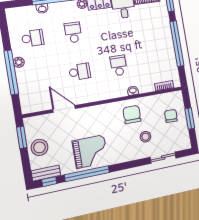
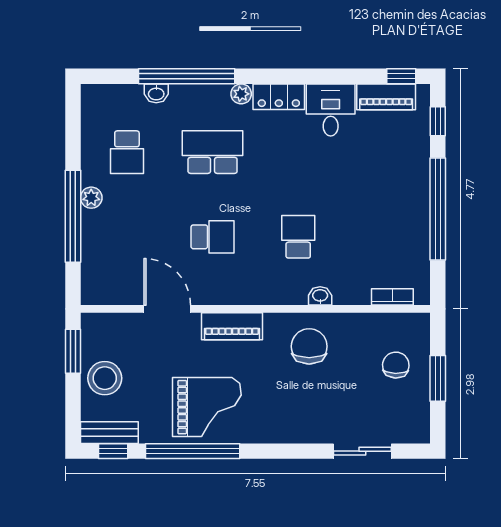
school desk: (73, 32) -> (213, 152), width x1.85
school desk: (33, 38) -> (127, 152), turned 90
piano: (96, 112) -> (232, 326), added
stool: (146, 137) -> (331, 399), removed

